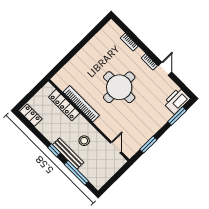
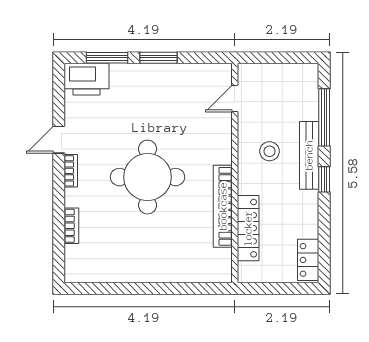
window: (148, 145) -> (158, 58), moved

